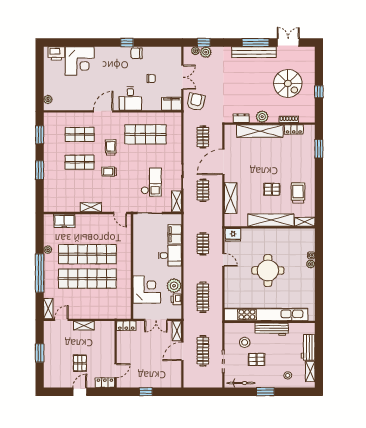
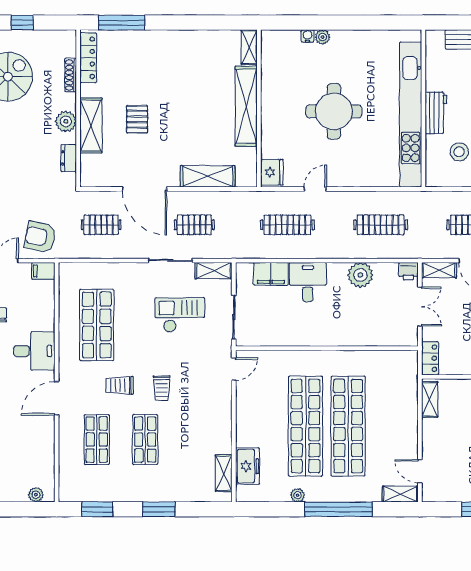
filing cabinet: (171, 104) -> (43, 271), width x0.50
door: (103, 111) -> (57, 398), hinge flipped
locker: (294, 129) -> (88, 58), width x1.53
shelving: (260, 131) -> (91, 125), width x0.68
window: (319, 149) -> (122, 23), width x1.44
pallet: (272, 189) -> (137, 119), moved
trolley: (298, 193) -> (199, 59), removed
shelving: (91, 207) -> (224, 473), moved
clothes rail: (203, 244) -> (287, 225), width x1.36
corner desk: (147, 290) -> (367, 323), removed
printer: (176, 299) -> (408, 271), moved
shelving: (84, 325) -> (430, 399), moved
workbench: (272, 329) -> (436, 113), width x0.73

